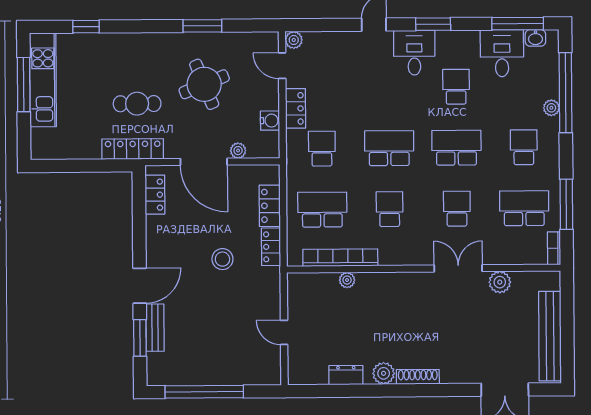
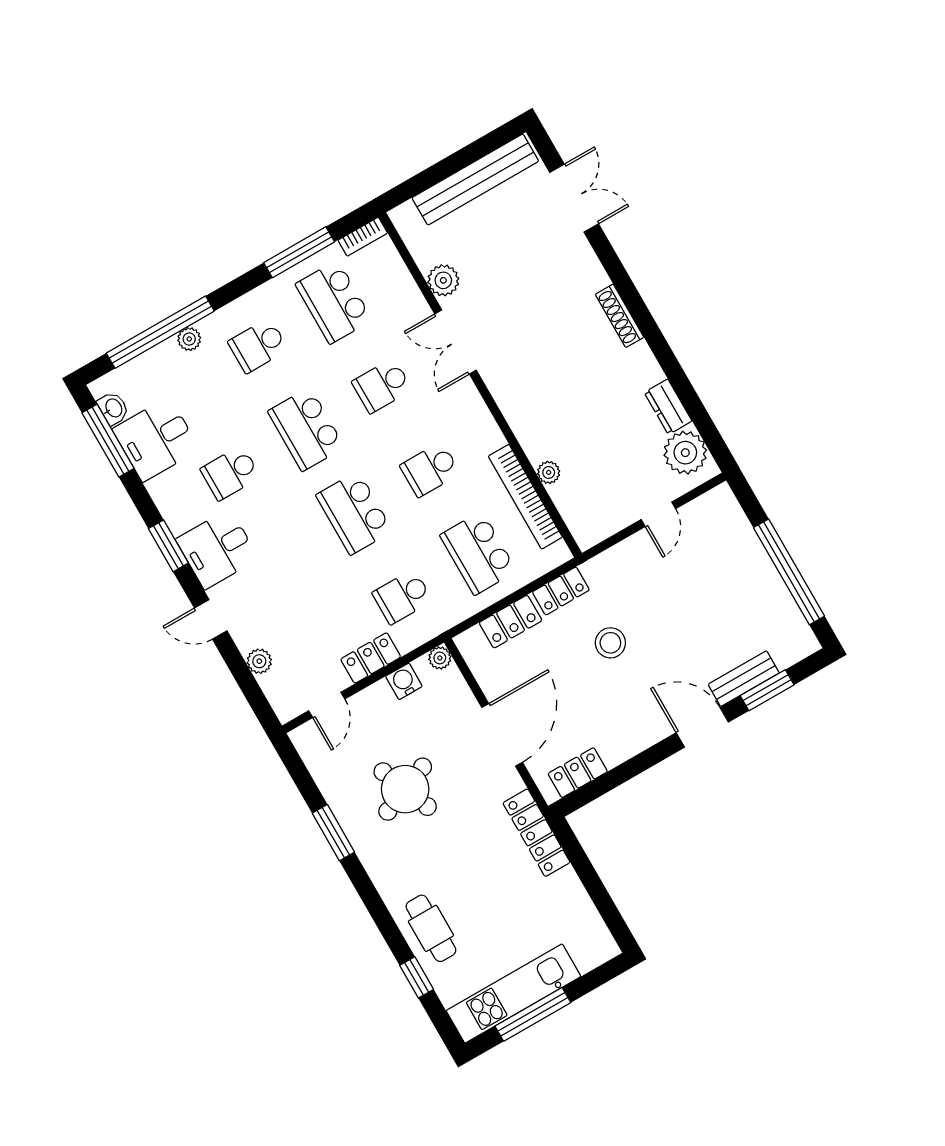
plant: (294, 40) -> (259, 661), moved
cafe table: (137, 104) -> (431, 928), moved
plant: (238, 151) -> (440, 658), moved
plant: (384, 373) -> (685, 453), moved, width x1.36, depth x1.36

